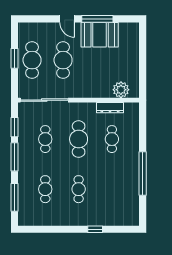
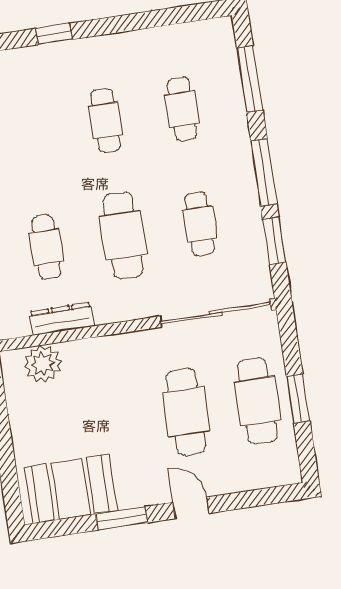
window: (97, 19) -> (121, 518), width x0.69
booth: (100, 35) -> (71, 489), moved

